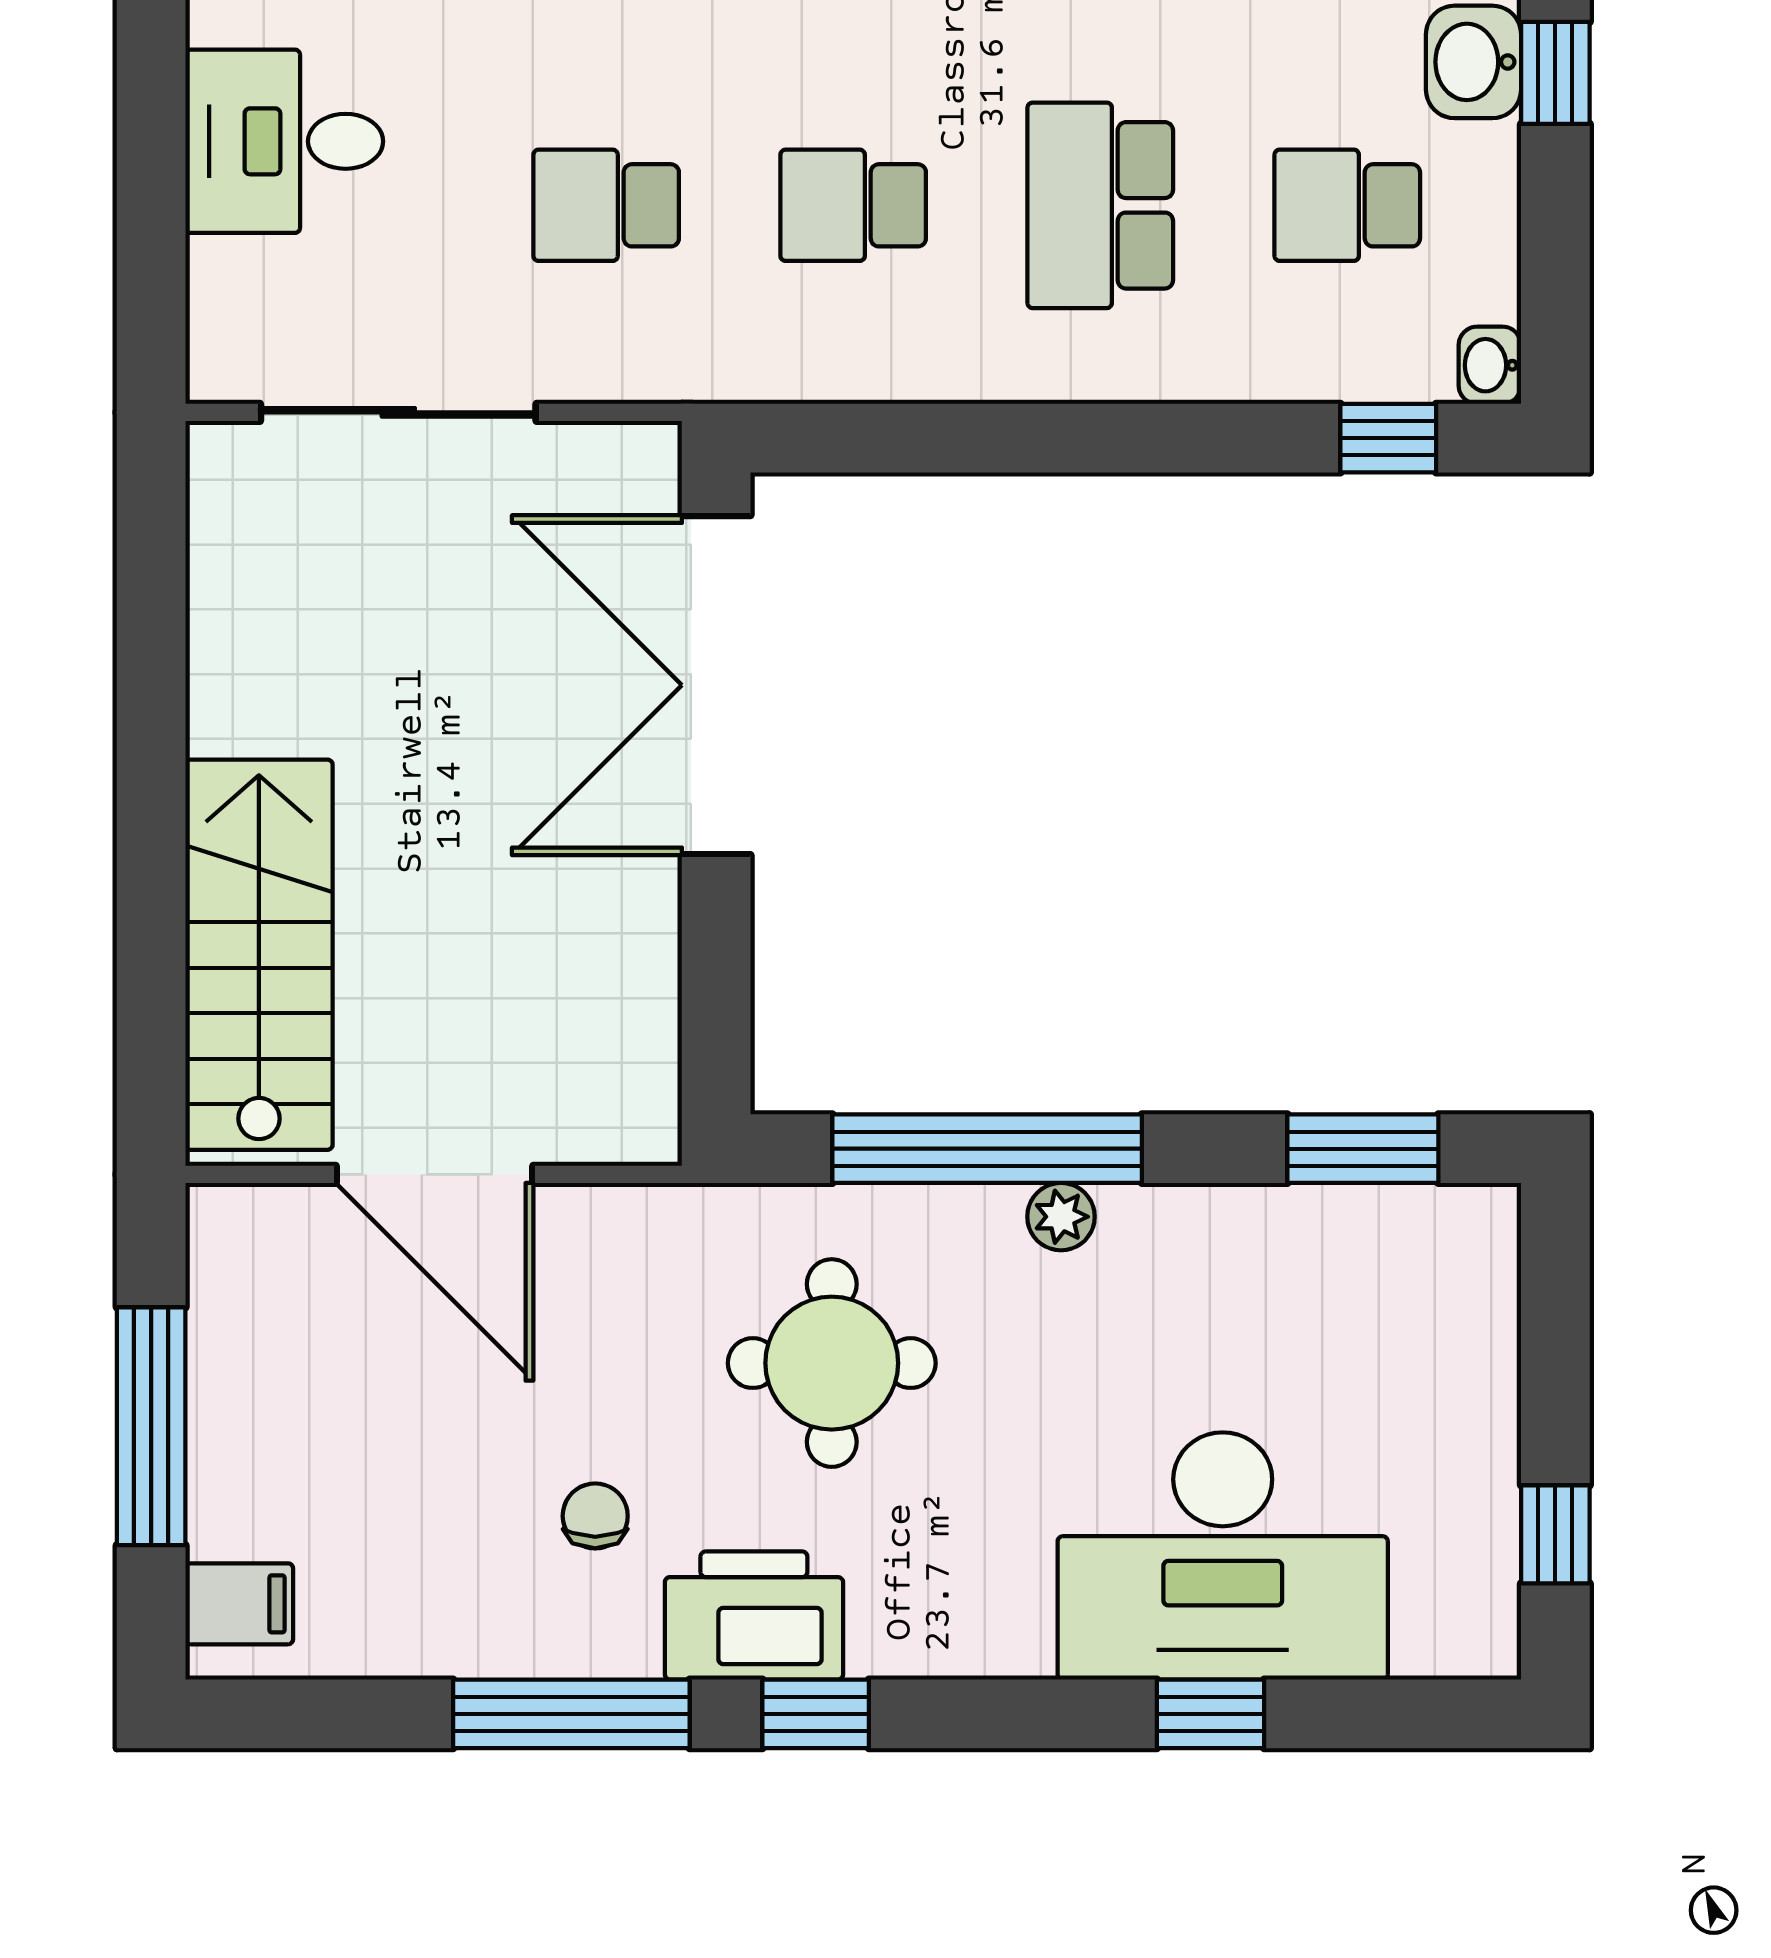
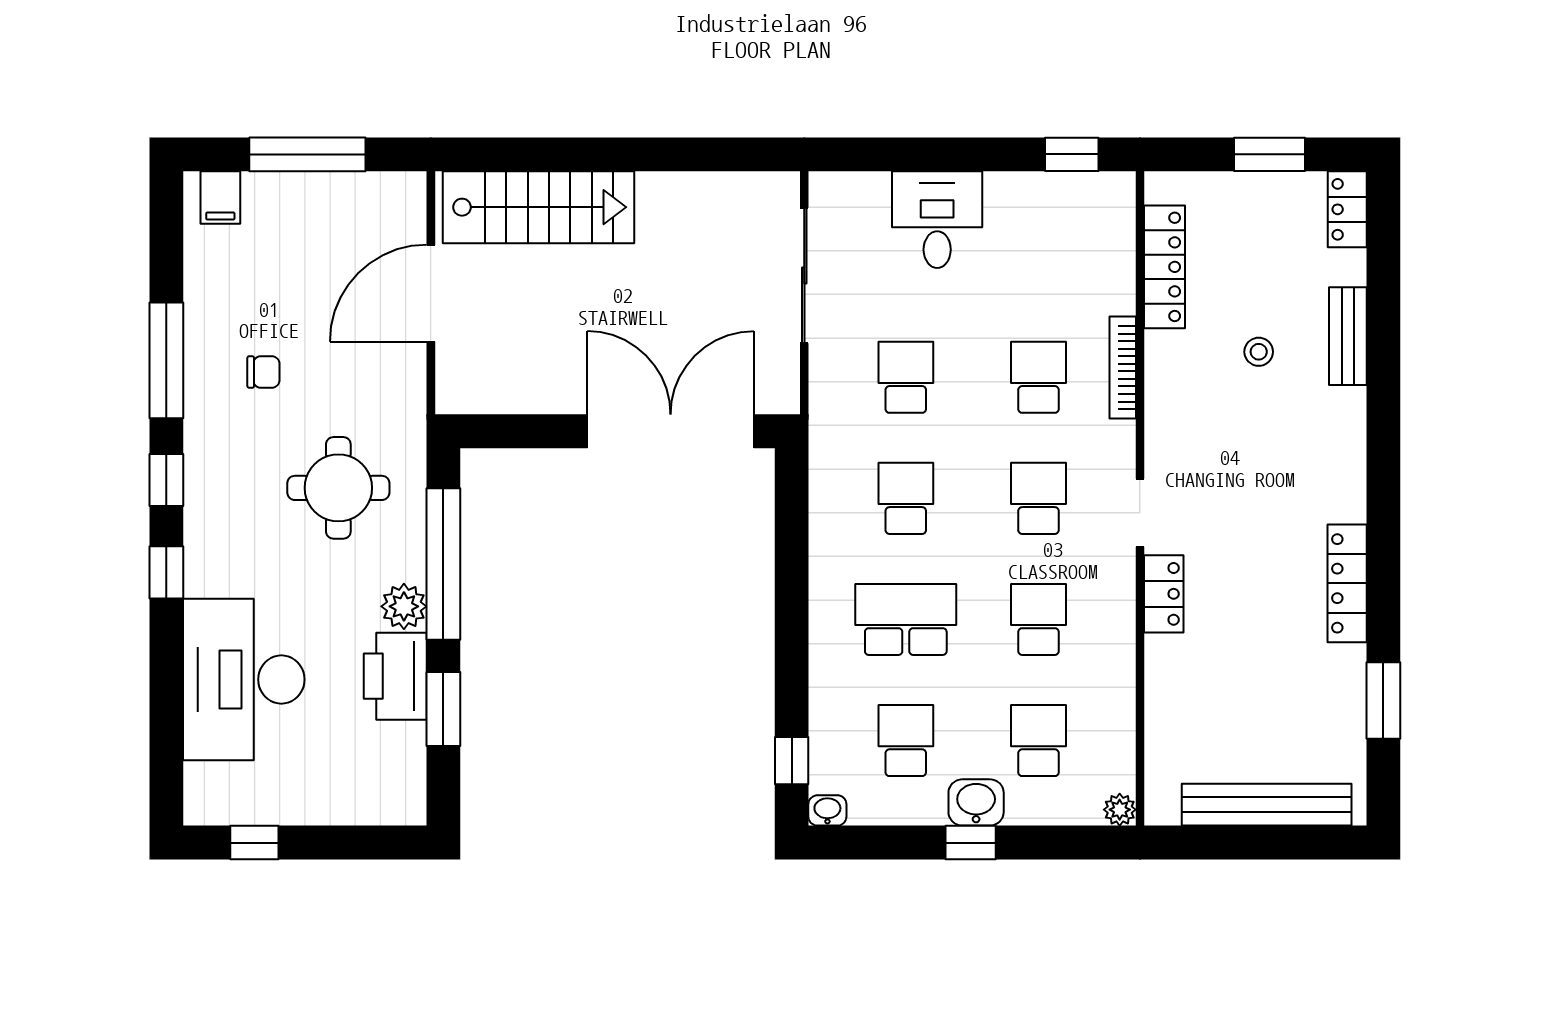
window: (1363, 1149) -> (443, 709), moved
plant: (1061, 1217) -> (404, 606), width x1.38, depth x1.38
printer: (754, 1616) -> (395, 676), moved, turned 180
window: (1211, 1714) -> (166, 572), moved

